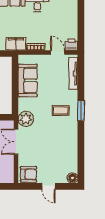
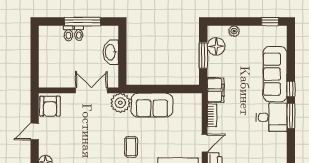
sofa: (28, 80) -> (152, 105), moved

